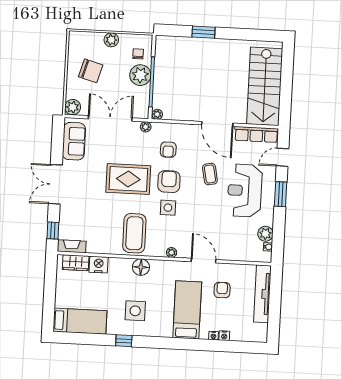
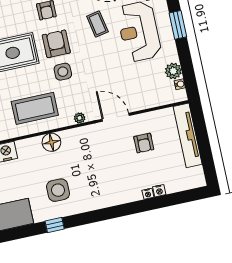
coffee table: (134, 233) -> (35, 108), turned 90
armchair: (222, 290) -> (144, 143), turned 180
bed: (187, 310) -> (113, 174), removed

